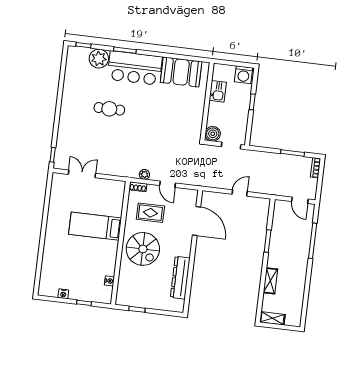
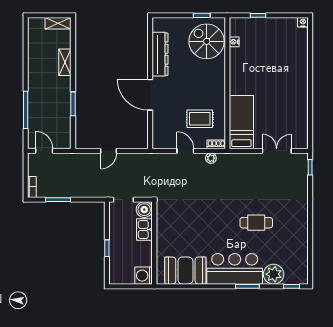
washing machine: (243, 75) -> (144, 276), moved, turned -90
kitchen sink: (218, 91) -> (144, 229), moved
double door: (82, 174) -> (277, 151), swing flipped
door: (197, 221) -> (150, 95), moved
bed: (95, 226) -> (241, 122), moved, turned -90
spiral stairs: (143, 249) -> (207, 41), moved
nightstand: (63, 294) -> (303, 22), moved

